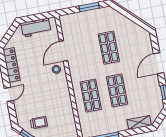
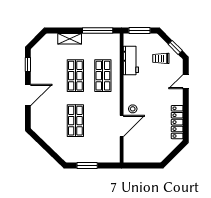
workbench: (36, 28) -> (131, 61), moved, turned 90
door: (9, 94) -> (186, 82), moved
shelving: (139, 122) -> (70, 39), moved

